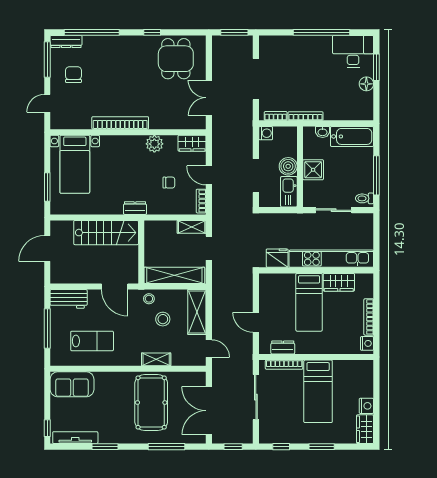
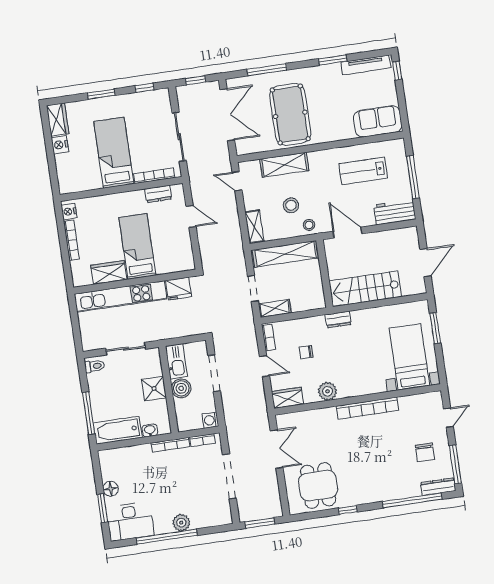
plant: (306, 43) -> (181, 523), added
window: (376, 175) -> (89, 413), moved
shelving: (197, 312) -> (254, 227), width x0.67, depth x0.75
shelving: (156, 359) -> (284, 165), width x1.50, depth x1.33

